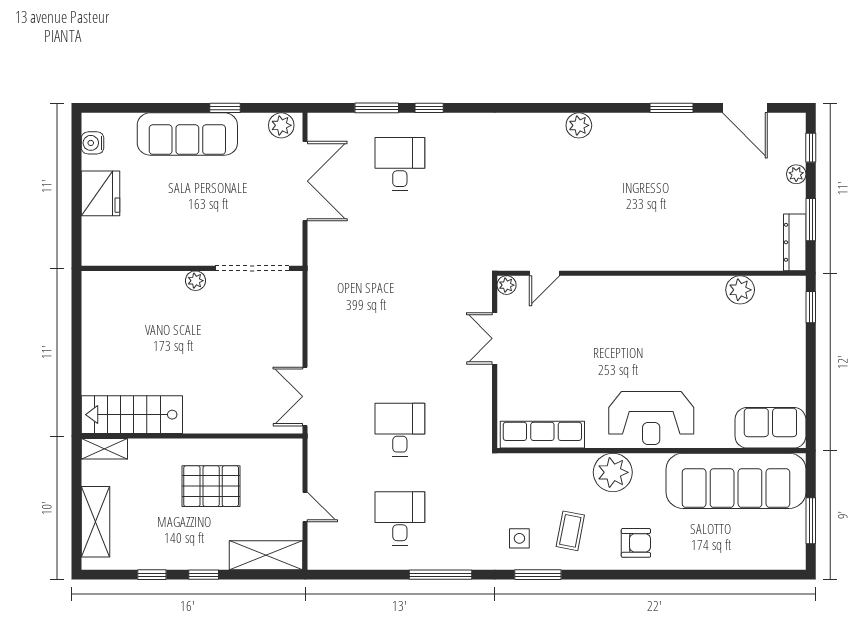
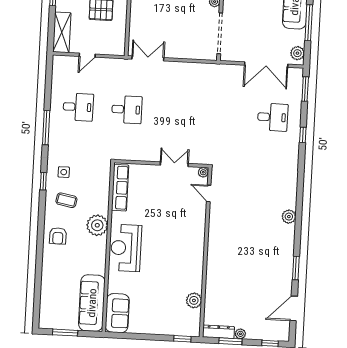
window: (225, 108) -> (309, 23), width x2.17
window: (377, 108) -> (305, 89), moved
plant: (796, 174) -> (240, 334), moved
sofa: (736, 481) -> (92, 303), width x0.74, depth x0.79
window: (538, 575) -> (43, 181), width x0.67

